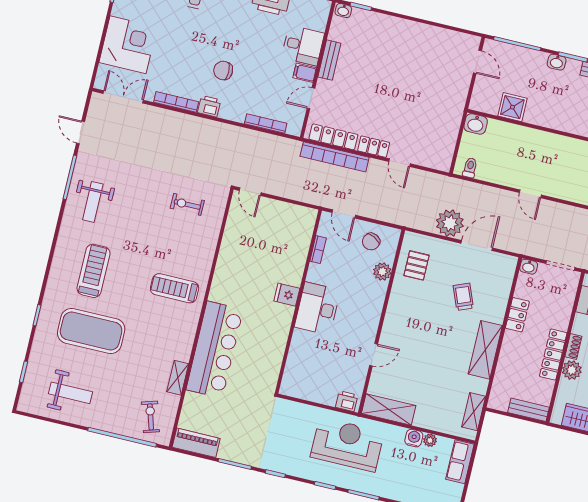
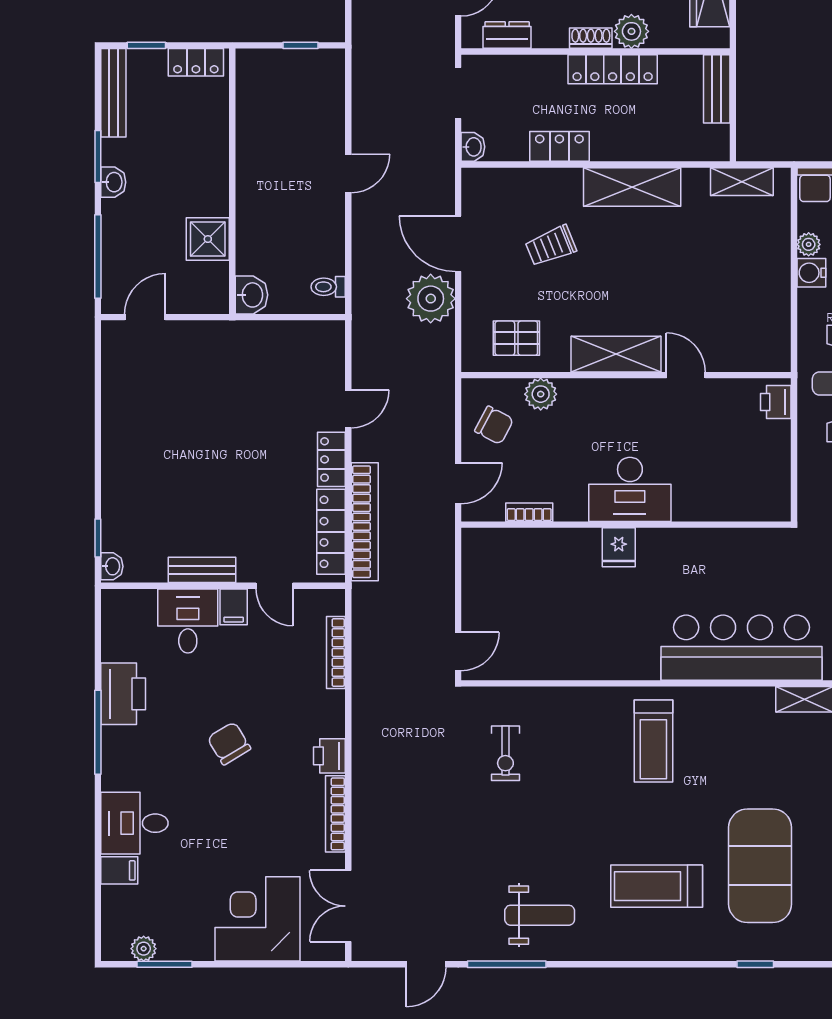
chair: (223, 71) -> (229, 743), moved, turned 149
shelving: (389, 409) -> (616, 354), moved, turned 90

